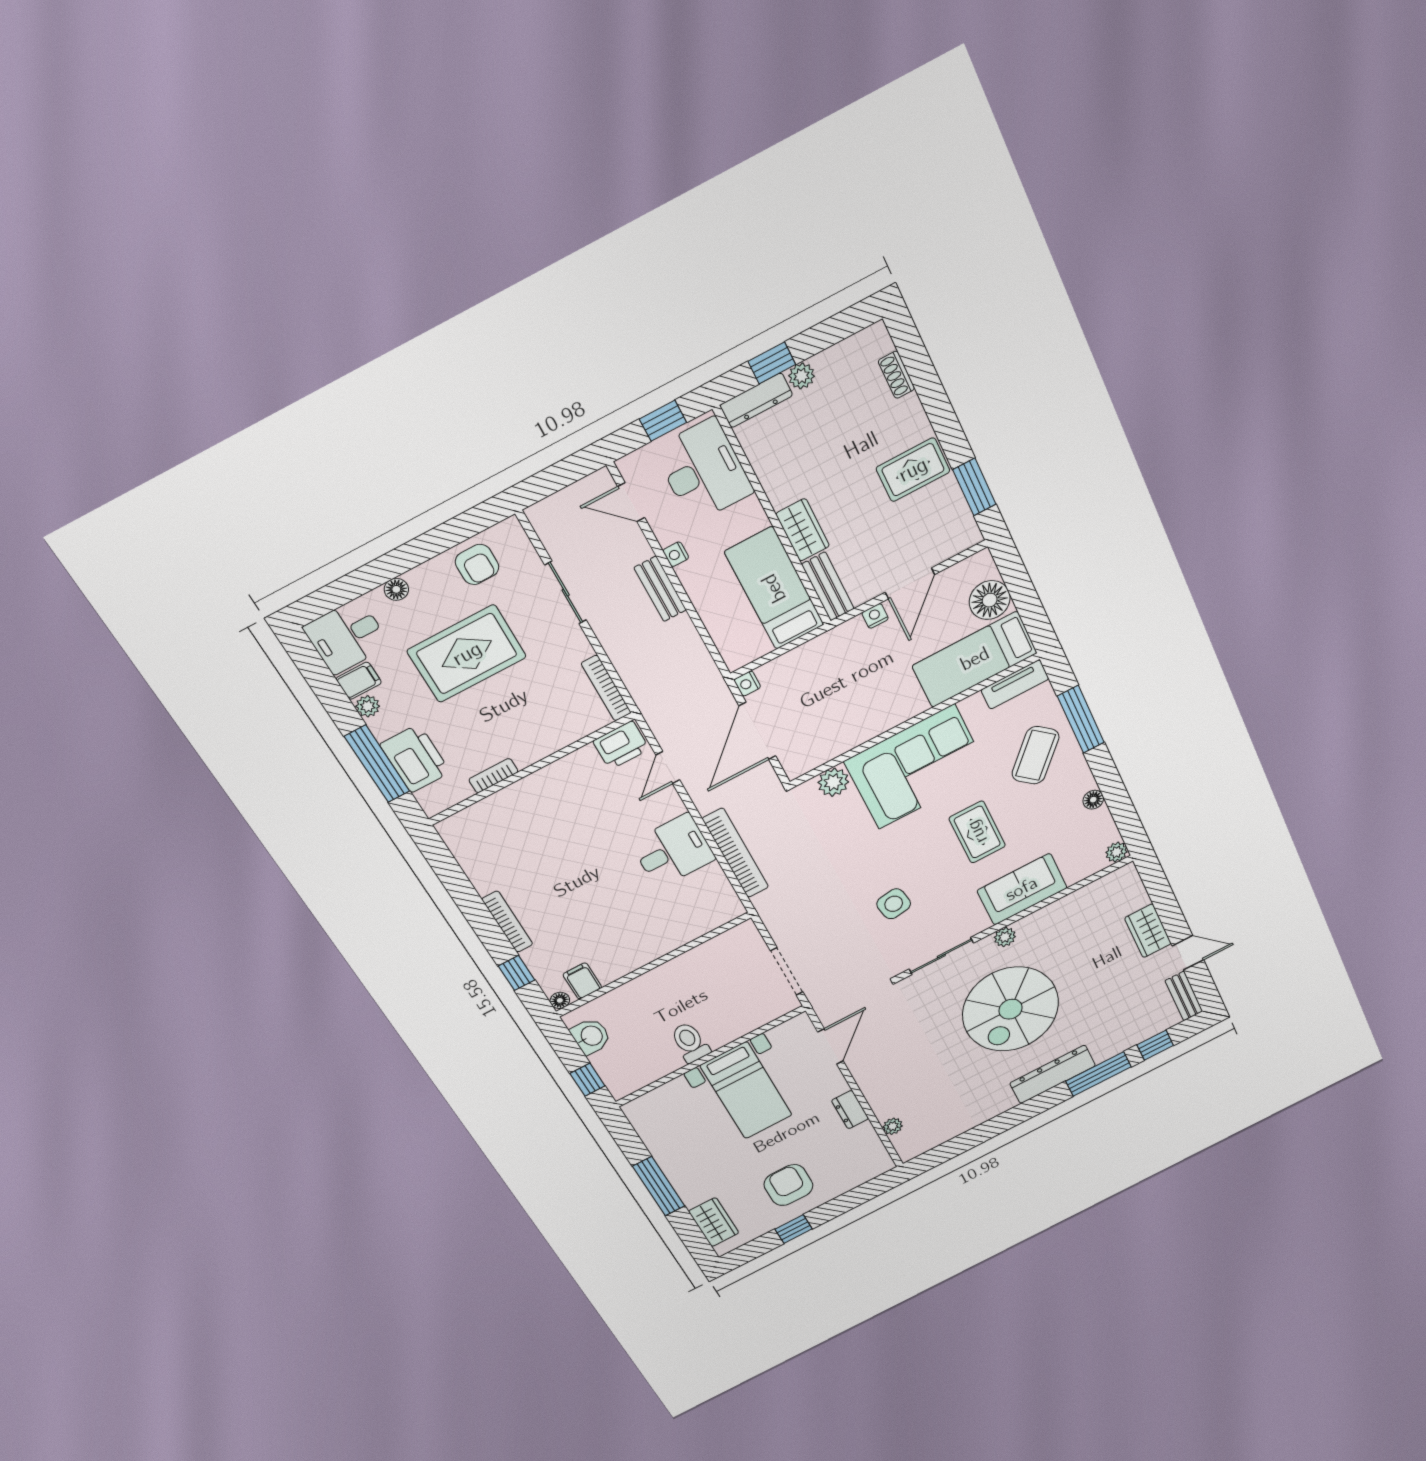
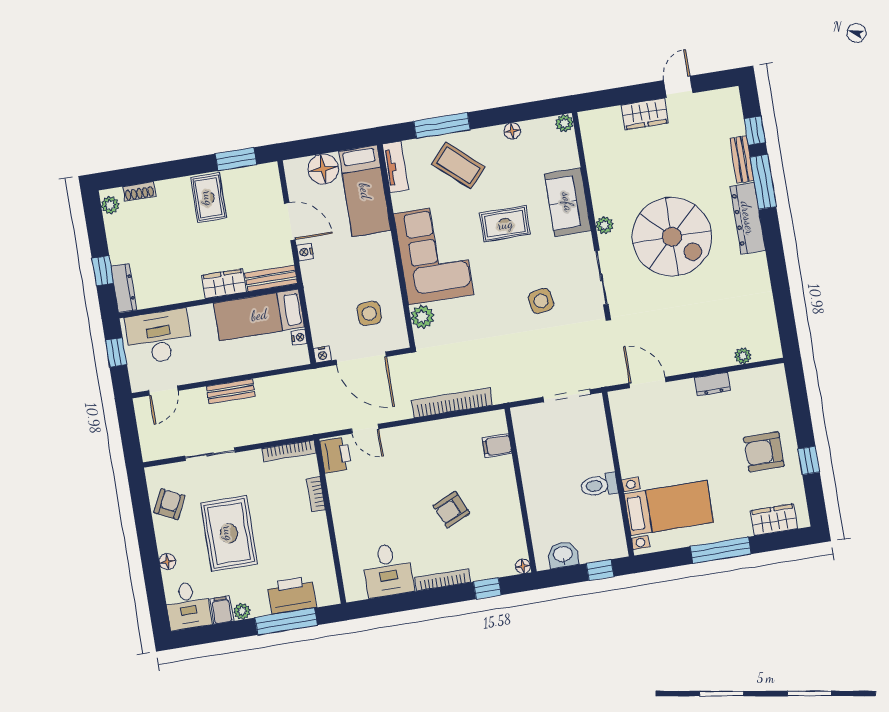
plant: (802, 376) -> (110, 205), moved
nightstand: (676, 554) -> (299, 337), moved, turned -90
armchair: (477, 564) -> (169, 504), turned -64
side table: (818, 720) -> (369, 313), added
bookcase: (493, 776) -> (316, 494), moved
desk: (673, 851) -> (388, 570), moved, turned 180
armchair: (600, 900) -> (451, 510), added
filing cabinet: (582, 981) -> (497, 446), moved
bench: (1184, 996) -> (742, 159), moved, turned 90
bed with nightstands: (746, 1090) -> (669, 508), moved

